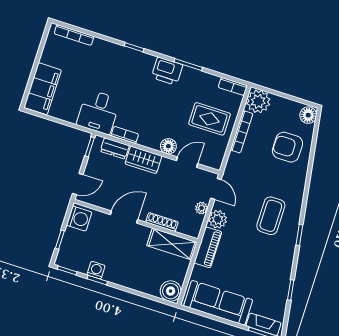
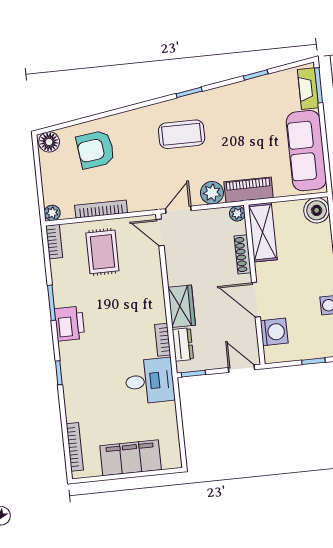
filing cabinet: (43, 89) -> (131, 458), moved
plant: (258, 101) -> (52, 213), width x0.53, depth x0.53
floor lamp: (168, 146) -> (154, 285), removed
armchair: (287, 147) -> (96, 150), turned 83
door: (187, 162) -> (160, 233), moved
plant: (201, 208) -> (237, 213), moved
washing machine: (79, 219) -> (274, 332), moved, turned 90

